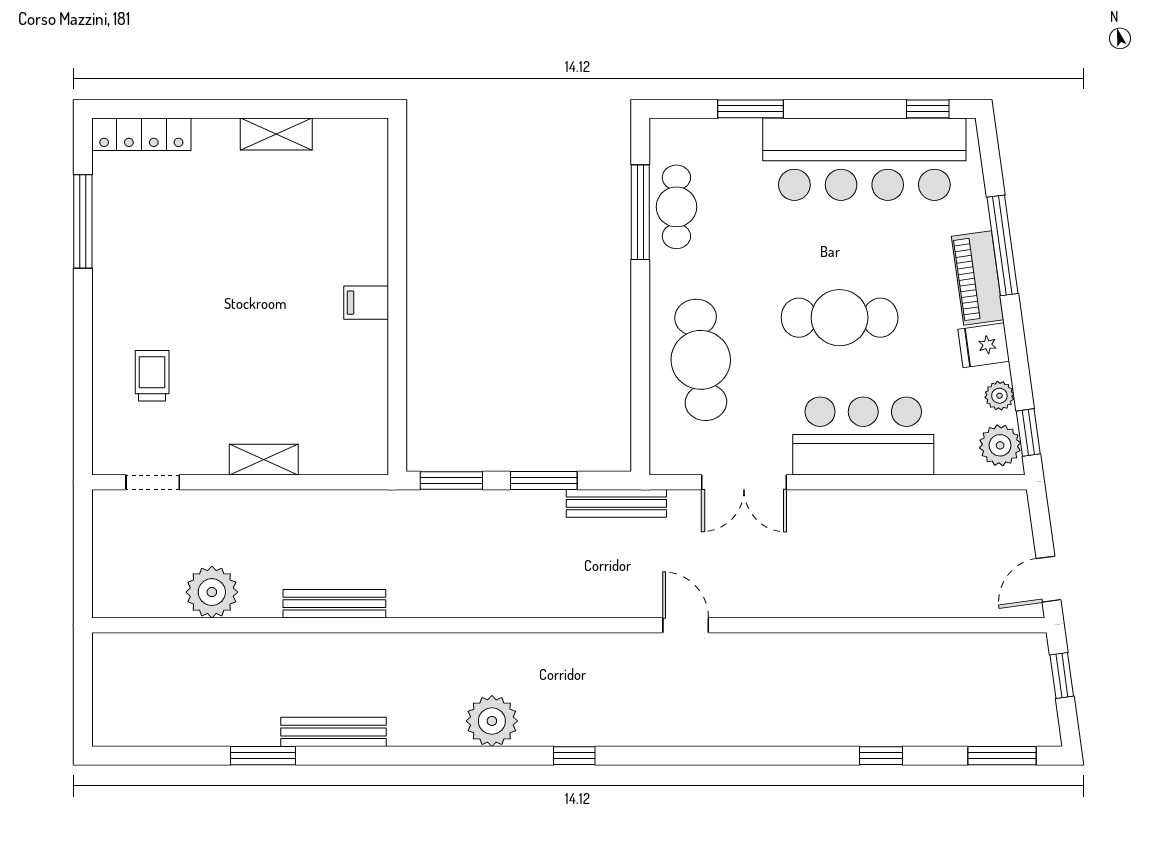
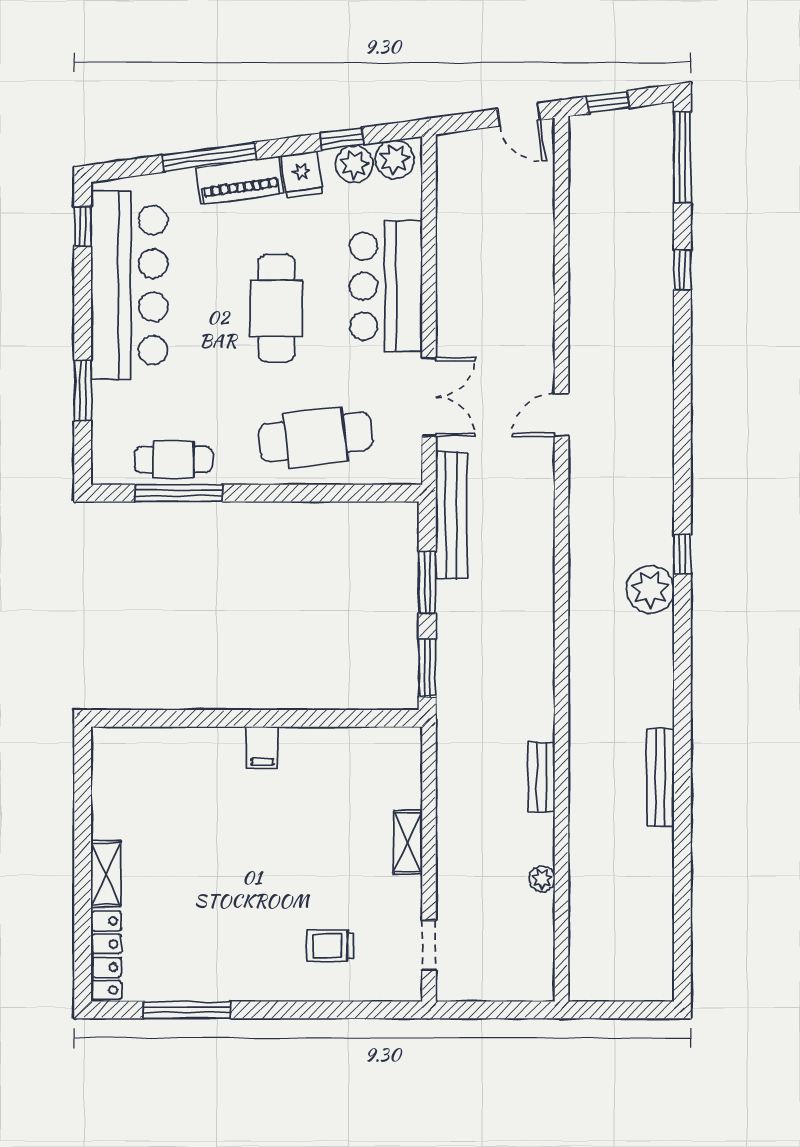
shelving: (276, 134) -> (106, 874), moved
plant: (999, 396) -> (354, 164), width x1.38, depth x1.38
window: (1028, 432) -> (342, 139), moved
bench: (616, 503) -> (451, 515), width x1.37, depth x1.21
plant: (212, 592) -> (542, 879), width x0.53, depth x0.53
bench: (334, 604) -> (541, 777), width x0.73
door: (686, 625) -> (561, 415), moved
plant: (492, 721) -> (650, 589), moved
window: (263, 756) -> (682, 843), removed
window: (1002, 756) -> (682, 158), width x1.44

